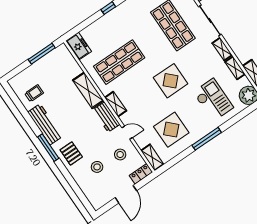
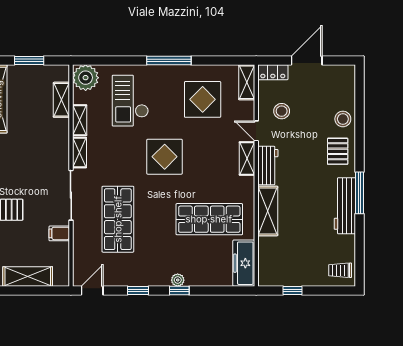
plant: (113, 14) -> (178, 280), added
freezer: (79, 46) -> (244, 263), width x1.40
window: (42, 54) -> (292, 291), width x0.46
trolley: (34, 93) -> (340, 270), moved
shelving: (116, 104) -> (247, 158), moved
window: (48, 148) -> (360, 193), moved
stool: (97, 167) -> (343, 119), moved

